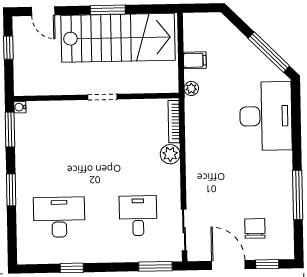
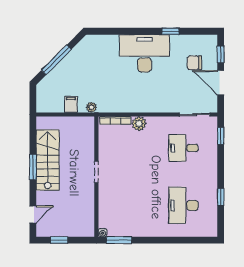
stairs: (118, 38) -> (48, 160), width x0.73, depth x0.66
window: (269, 52) -> (56, 60), moved
desk: (266, 116) -> (145, 53), moved
window: (11, 190) -> (163, 240), removed
window: (298, 195) -> (171, 31), width x0.46
door: (228, 265) -> (221, 83), hinge flipped
window: (155, 266) -> (221, 136), width x0.67

